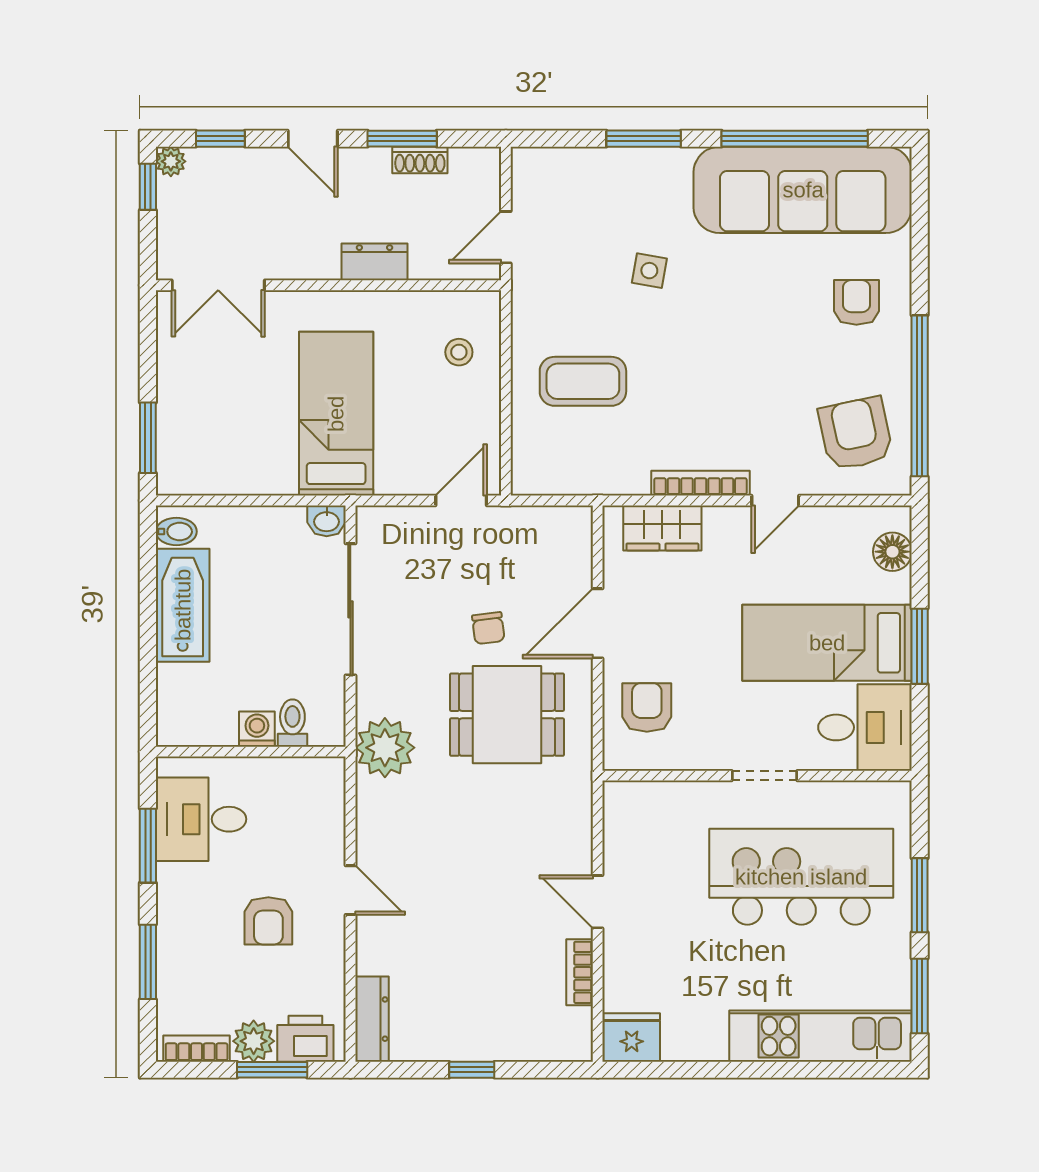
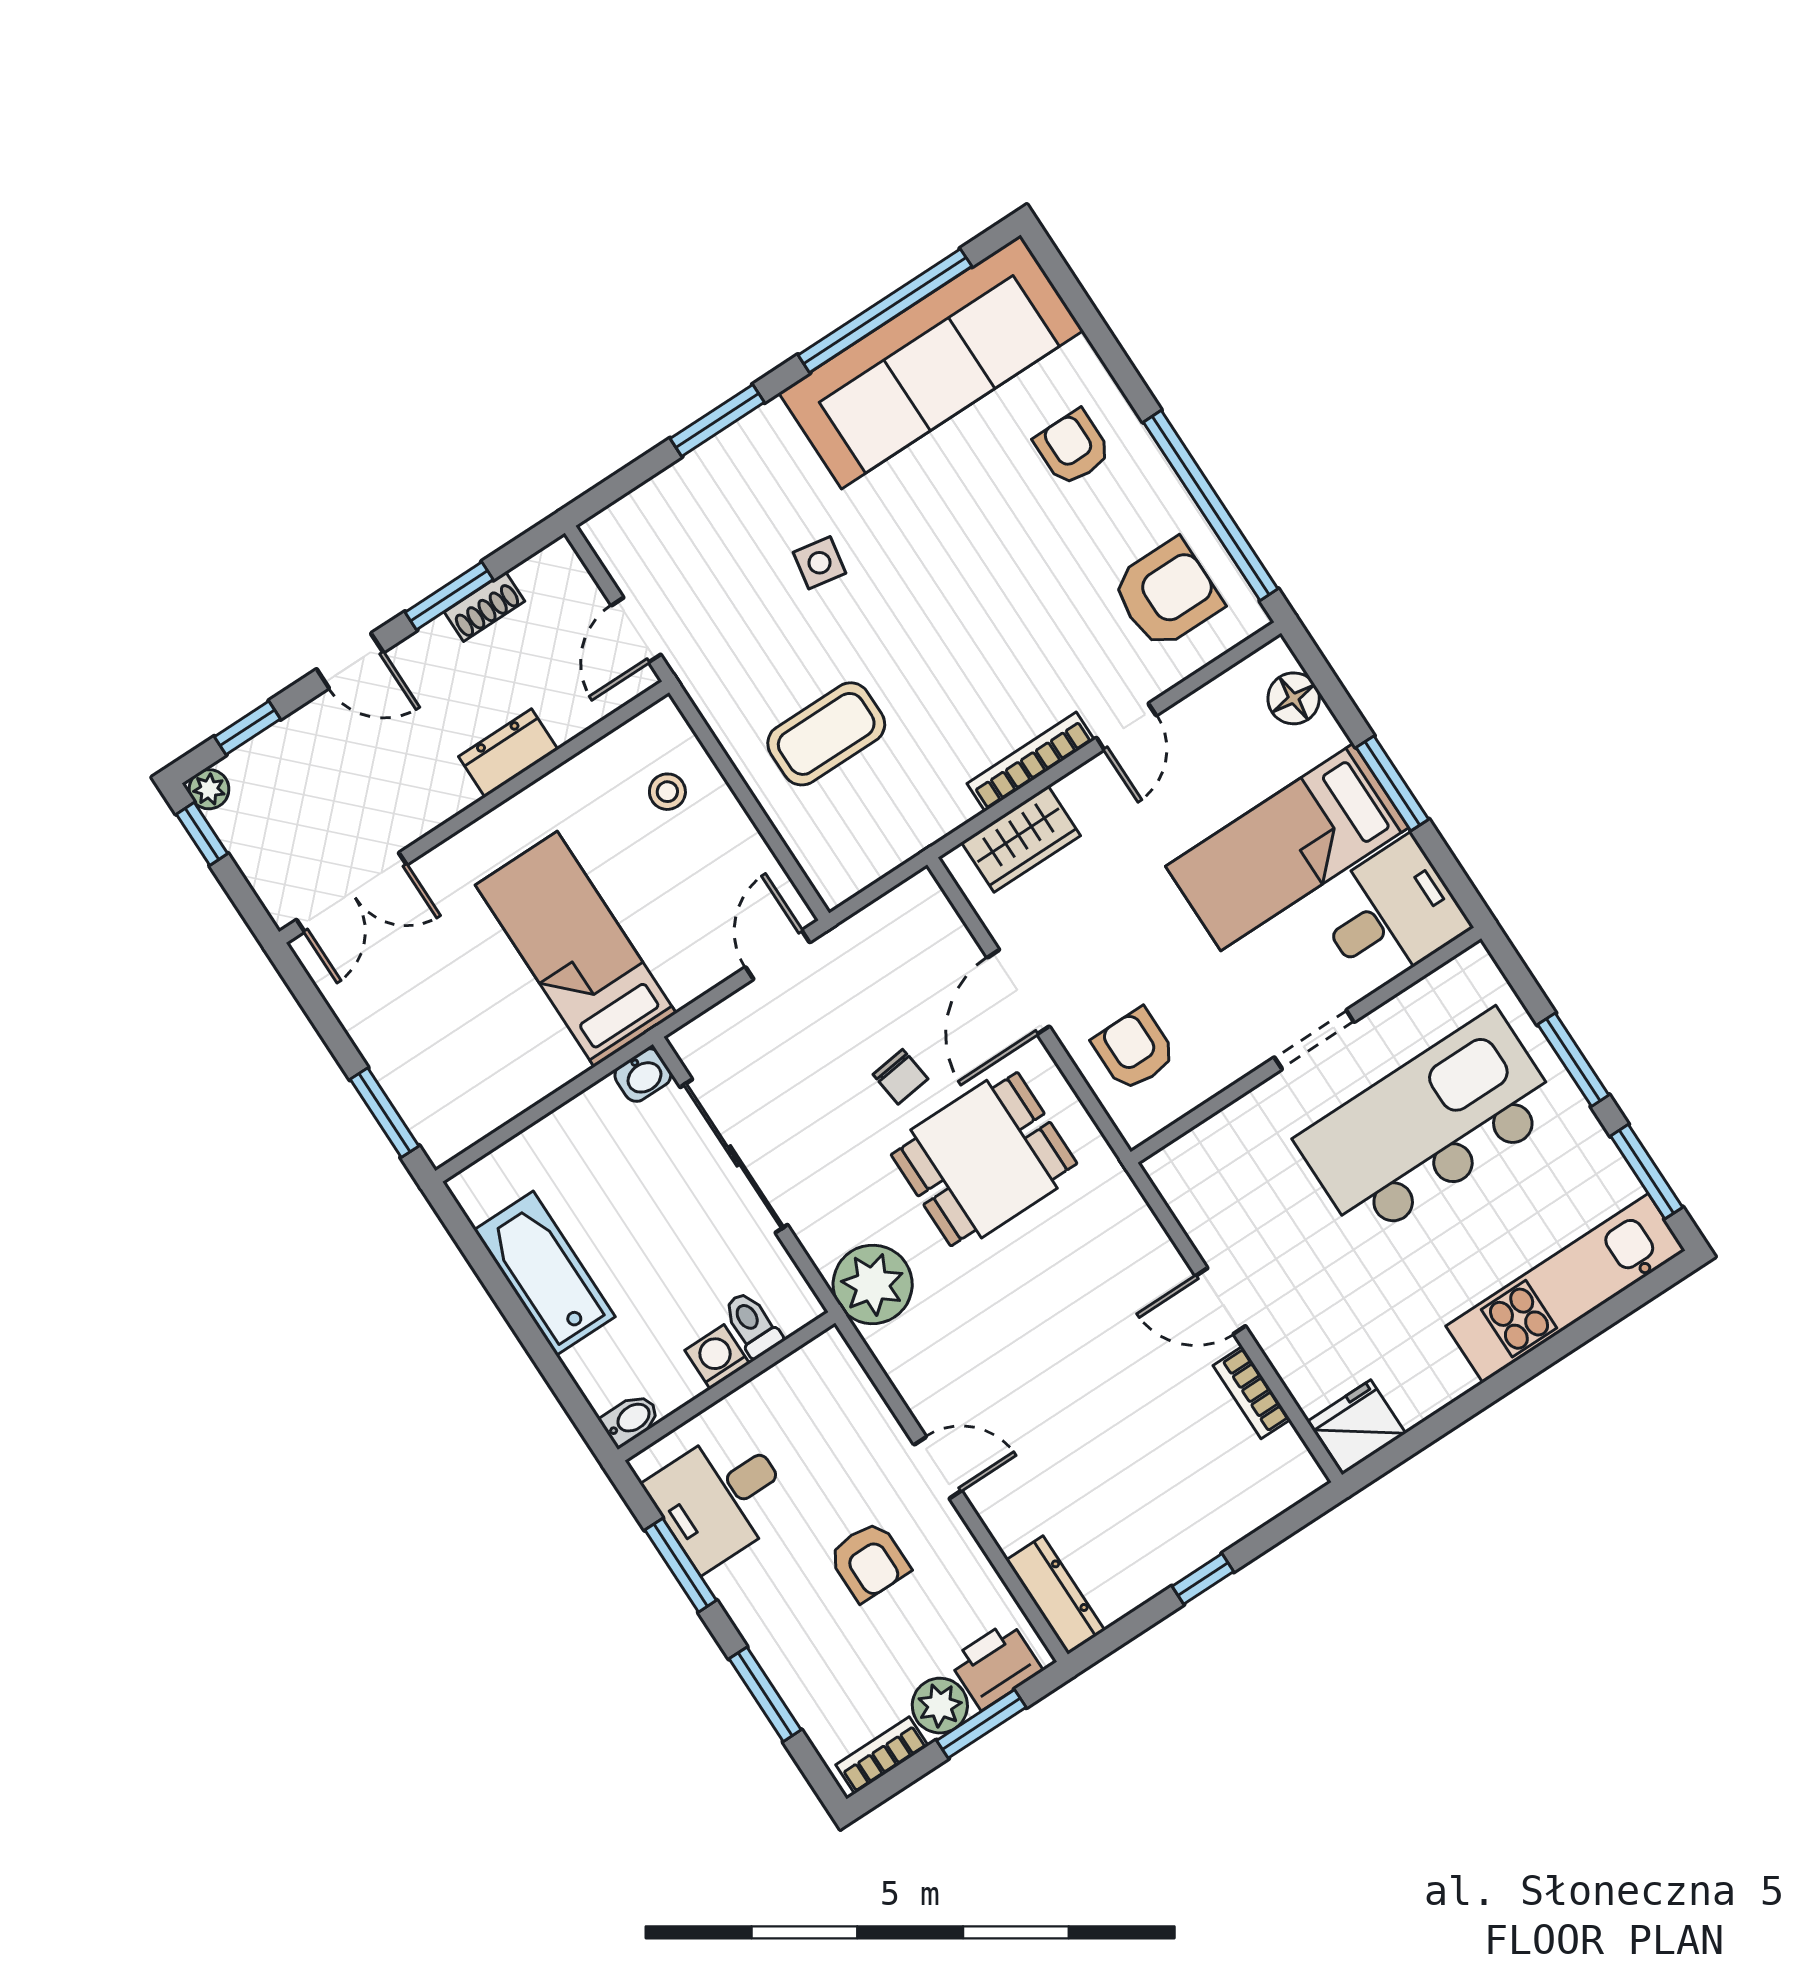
armchair: (856, 434) -> (1167, 594), turned 102
bidet: (176, 532) -> (630, 1420), moved

